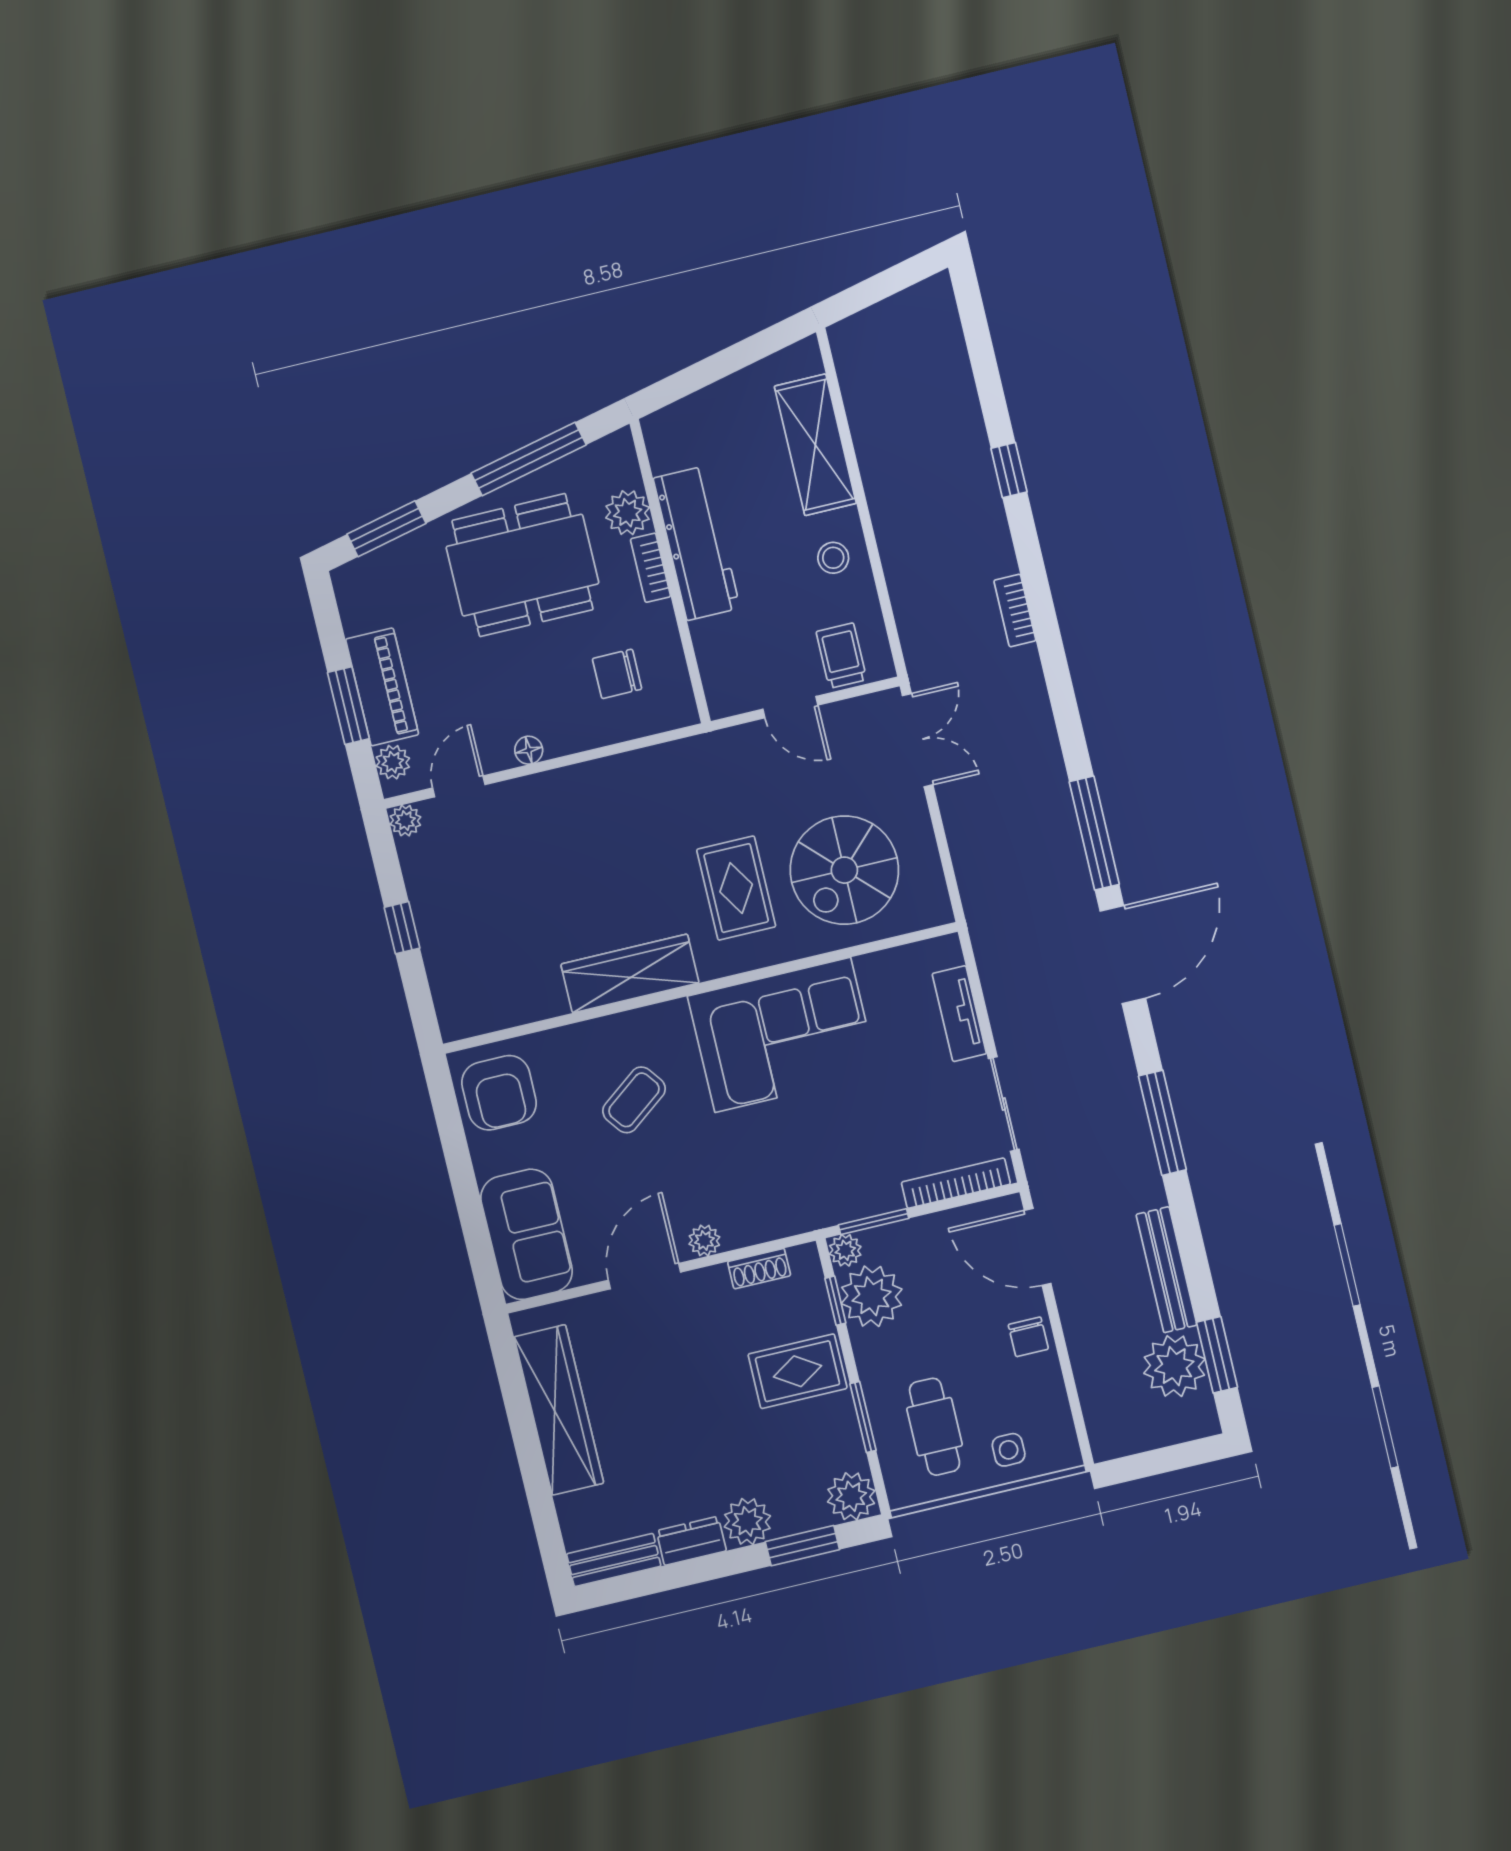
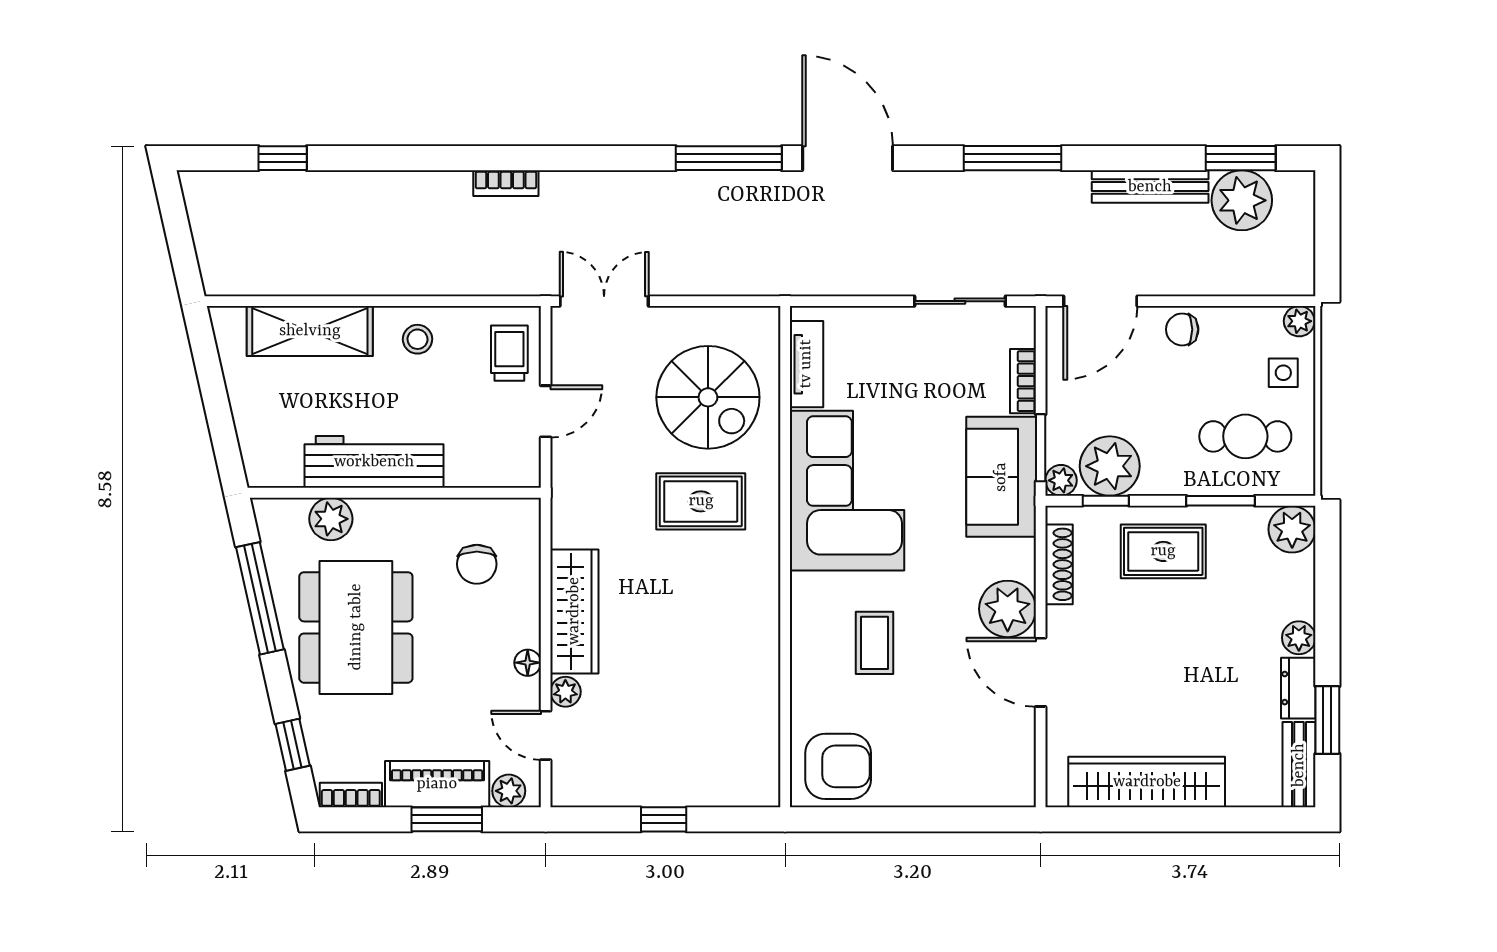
window: (1009, 470) -> (283, 158), moved
window: (387, 529) -> (293, 745), width x0.67
bookcase: (650, 568) -> (351, 795), moved, turned 180
trolley: (841, 656) -> (509, 353), turned 90
plant: (405, 821) -> (565, 692), moved
wardrobe: (630, 973) -> (574, 611), moved, turned 180
tv unit: (959, 1014) -> (806, 364), moved, turned -90
coffee table: (634, 1100) -> (874, 643), turned 37
bookcase: (956, 1183) -> (1023, 381), width x0.64
sofa: (527, 1234) -> (1001, 477), moved, turned -90
plant: (704, 1240) -> (1008, 609), width x1.88, depth x1.88
shoe rack: (759, 1269) -> (1059, 564), width x1.43
chair: (1028, 1337) -> (1182, 329), turned 180
rug: (798, 1371) -> (1163, 551), turned 90
plant: (1065, 1453) -> (1299, 321), added
plant: (747, 1521) -> (1299, 638), width x0.73, depth x0.73
window: (802, 1546) -> (1327, 720), moved

